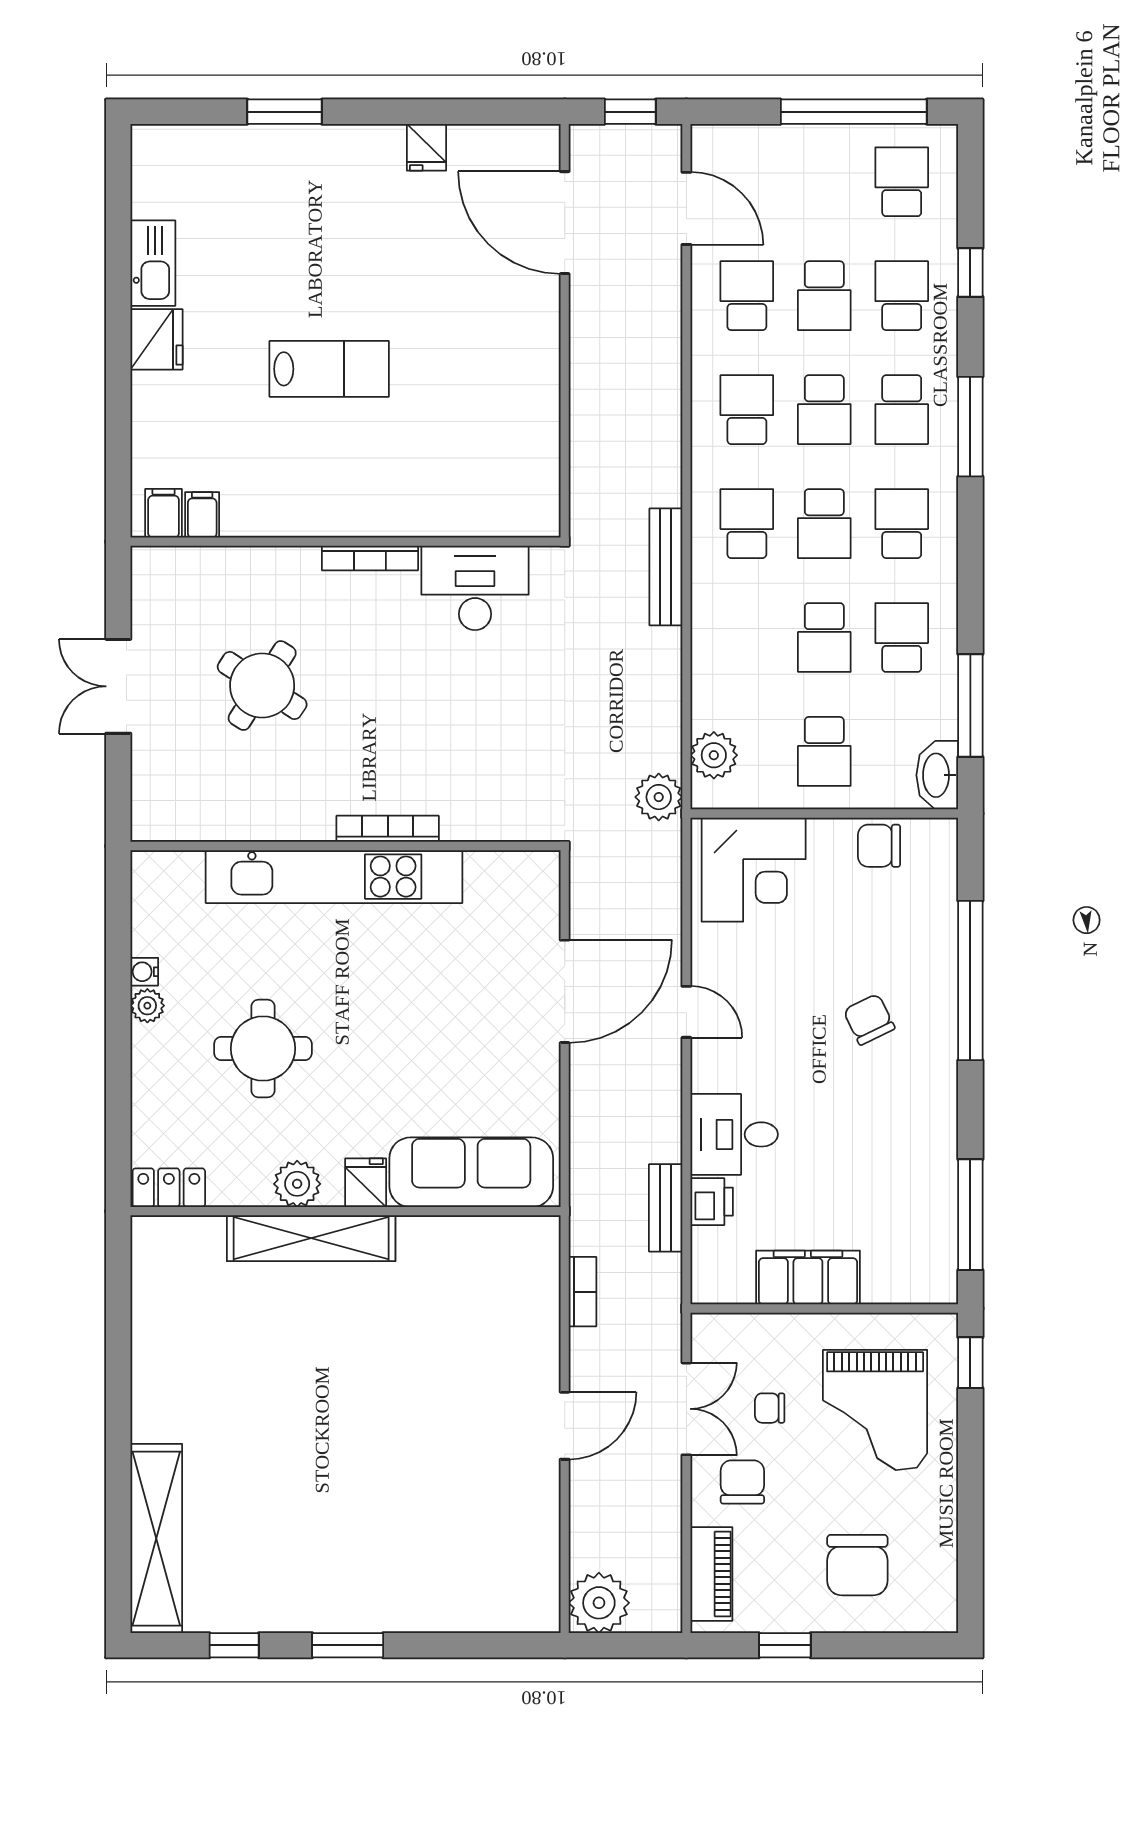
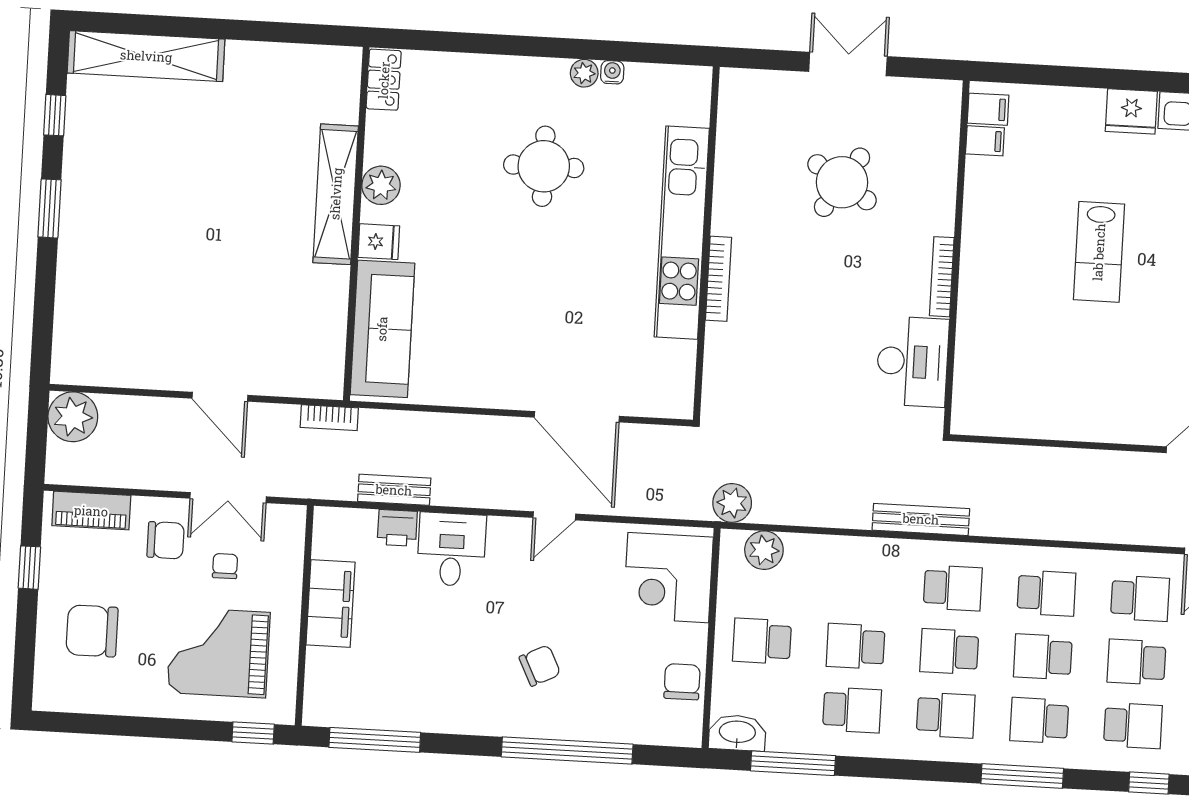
sofa: (471, 1172) -> (382, 329), moved
fridge: (366, 1183) -> (379, 242), moved
plant: (297, 1184) -> (381, 185), moved
locker: (169, 1188) -> (384, 80), moved
wall: (346, 1211) -> (356, 224), moved
shelving: (311, 1238) -> (336, 194), moved

